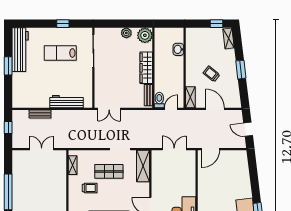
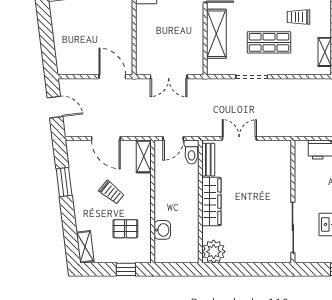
window: (216, 24) -> (126, 269), moved
plant: (126, 33) -> (242, 255), removed
pallet: (202, 50) -> (125, 229), added
window: (241, 70) -> (64, 182), moved
double door: (109, 109) -> (239, 138), moved
door: (211, 149) -> (112, 77), hinge flipped
shelving: (143, 166) -> (216, 34), moved

